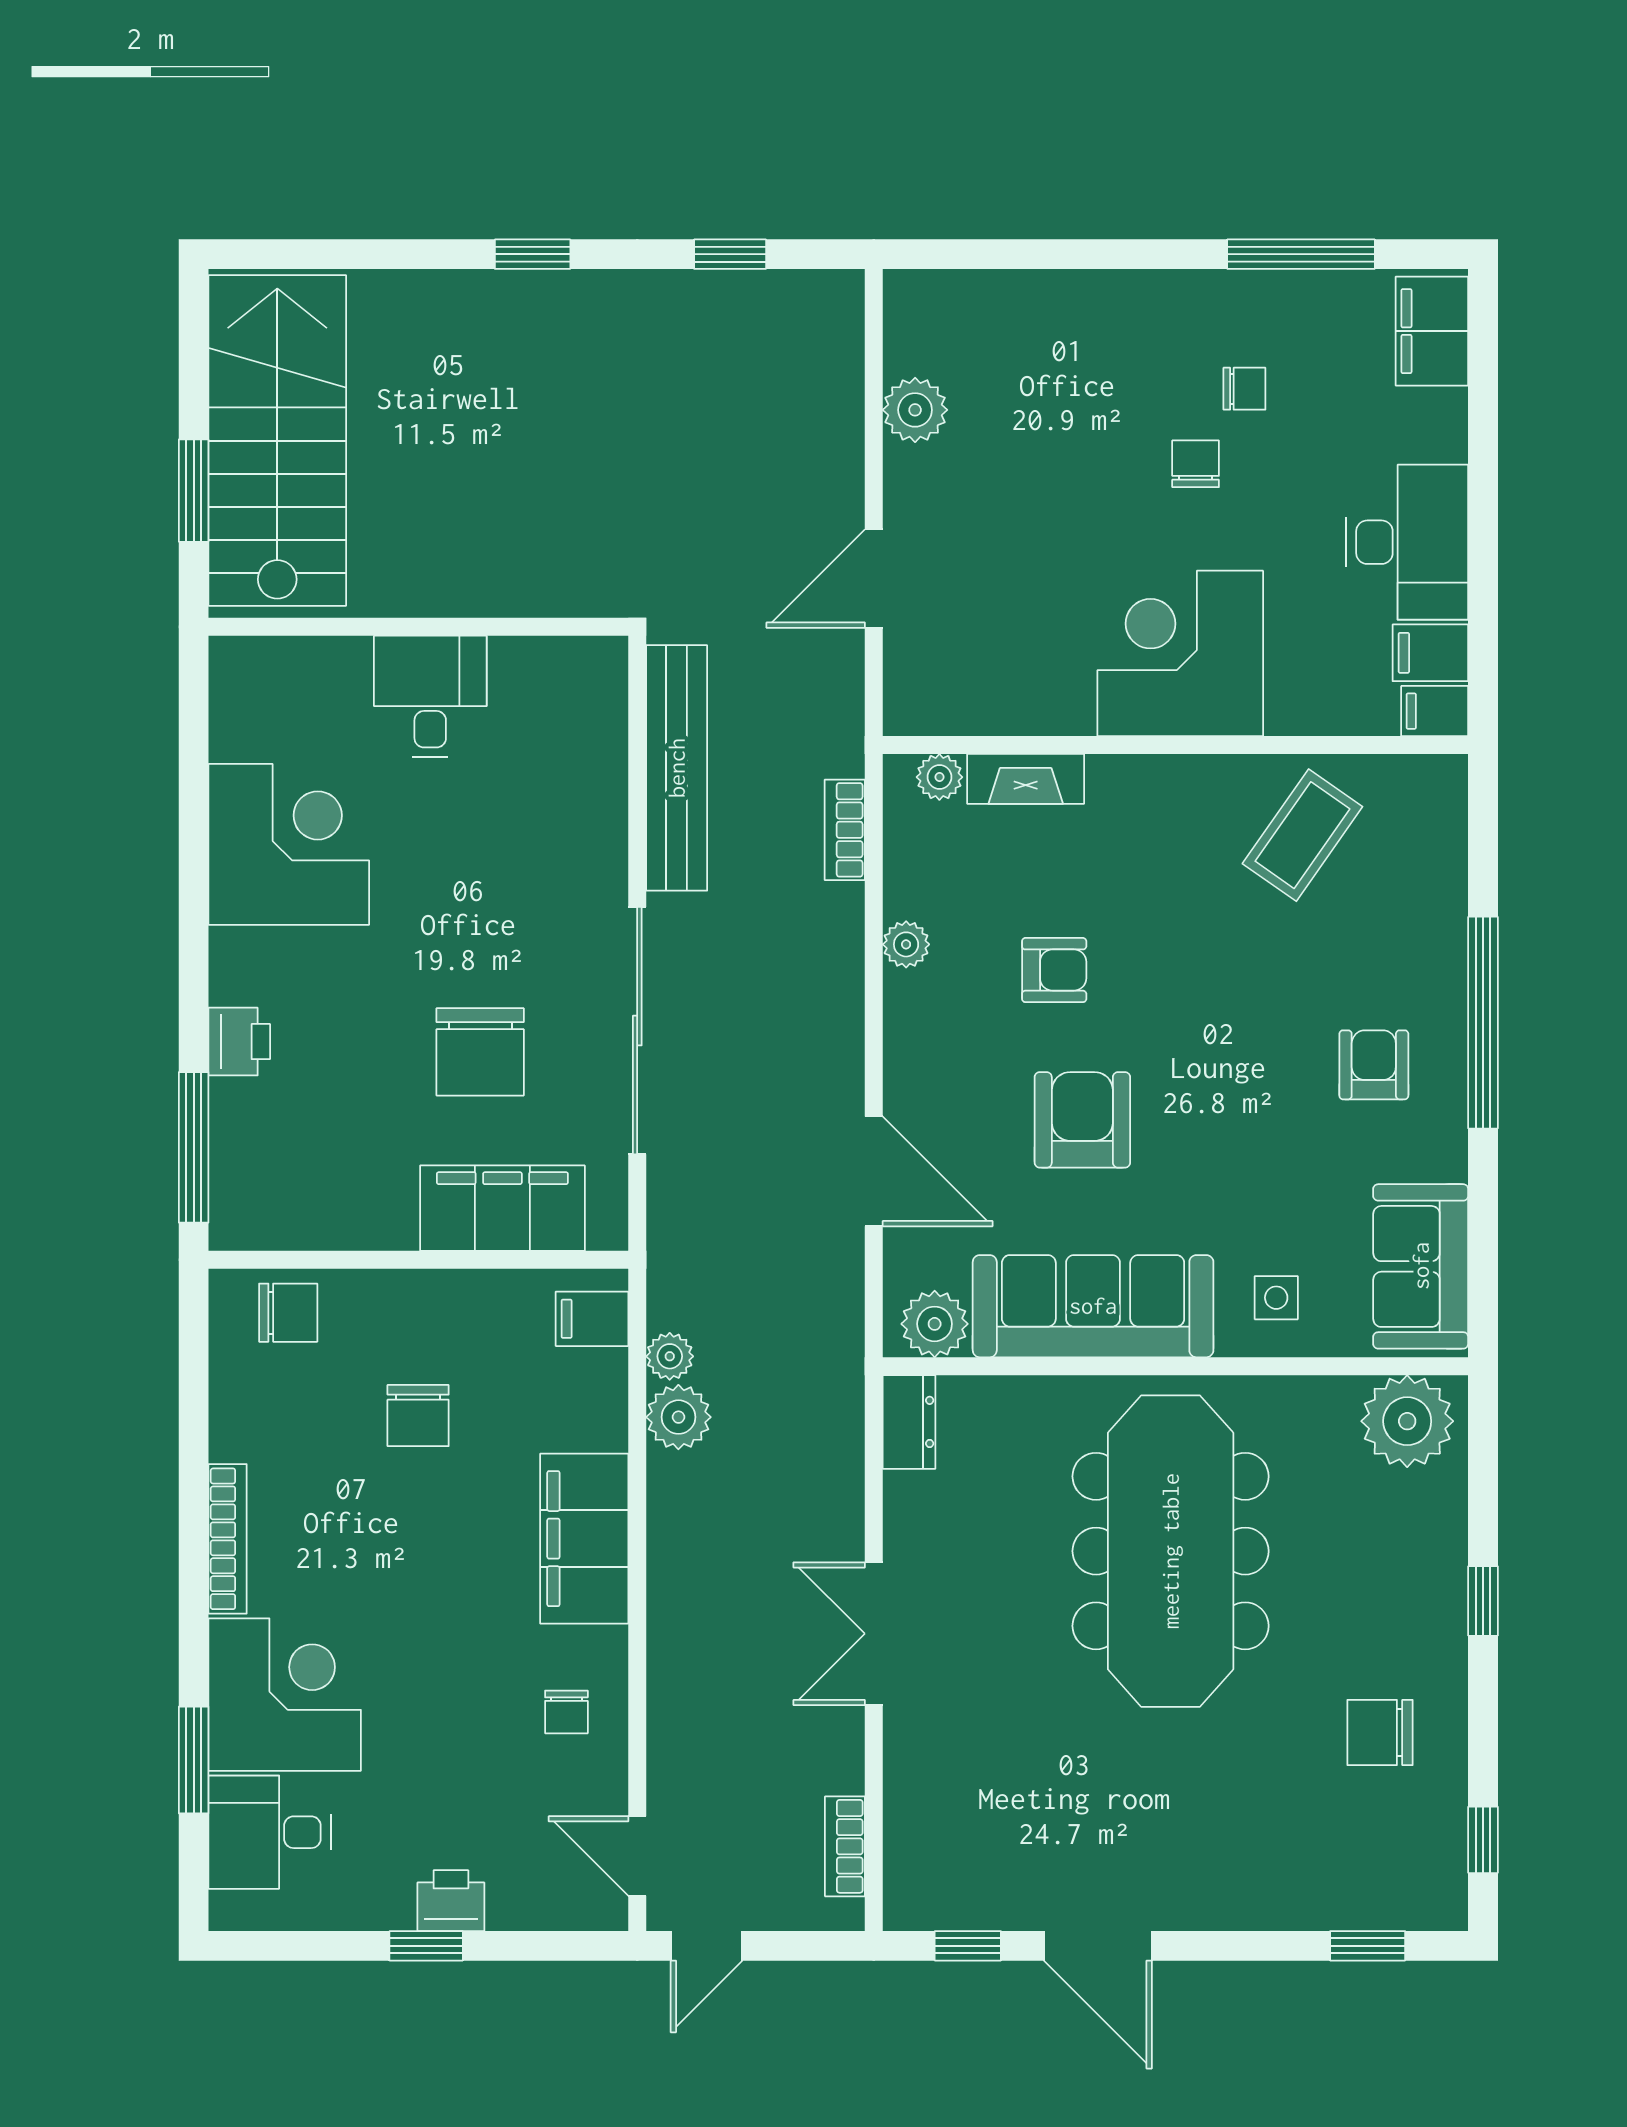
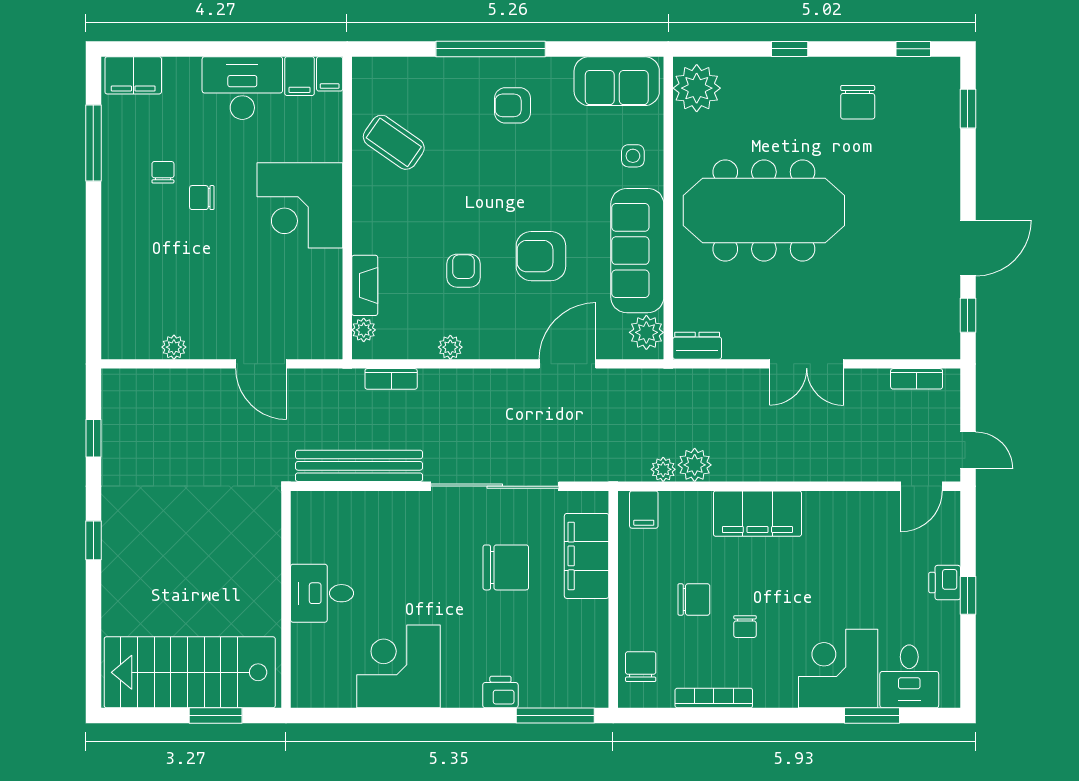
plant: (915, 410) -> (174, 347), width x0.73, depth x0.73
bookcase: (228, 1539) -> (714, 698), moved
chair: (566, 1712) -> (745, 627), moved, turned 90

